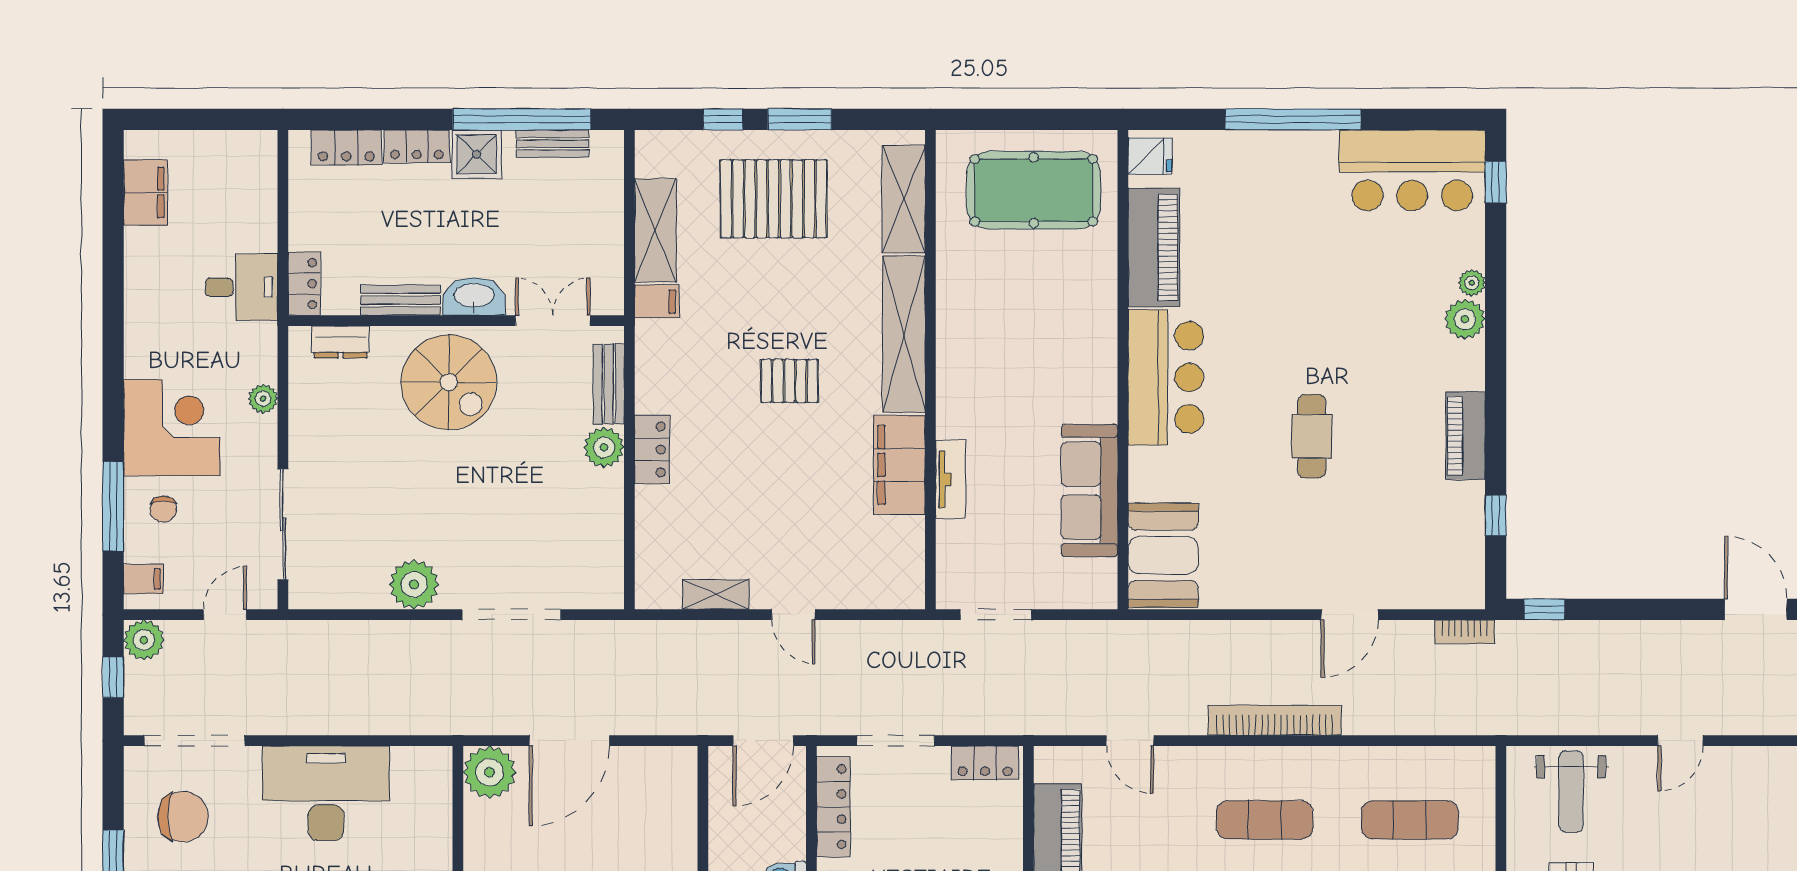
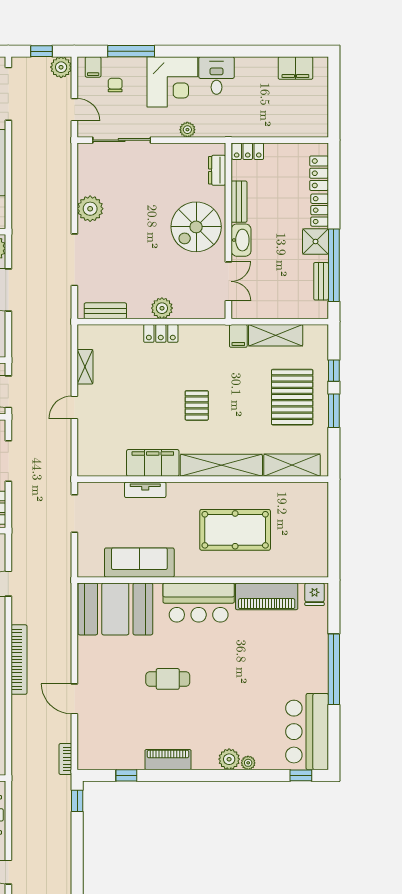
pool table: (1034, 190) -> (235, 530), moved, turned 90
desk: (242, 287) -> (217, 76), moved, turned 180
bench: (609, 384) -> (105, 311), moved
chair: (163, 509) -> (115, 85), moved, turned 90
booth: (1163, 555) -> (115, 609), width x1.36, depth x1.42

